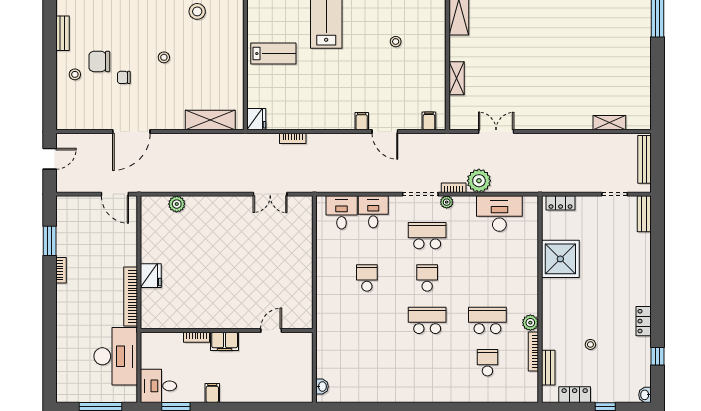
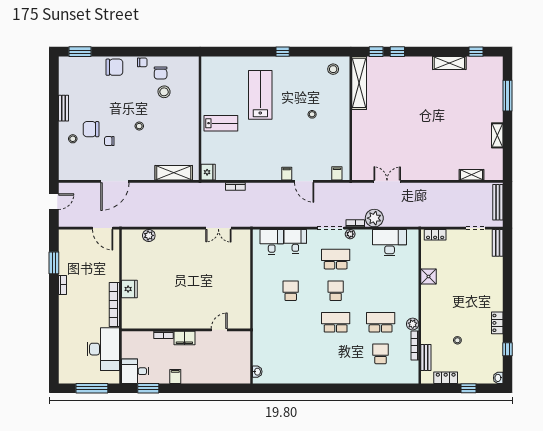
shelving: (457, 78) -> (497, 135), moved
shower: (560, 259) -> (428, 276), width x0.54, depth x0.54

